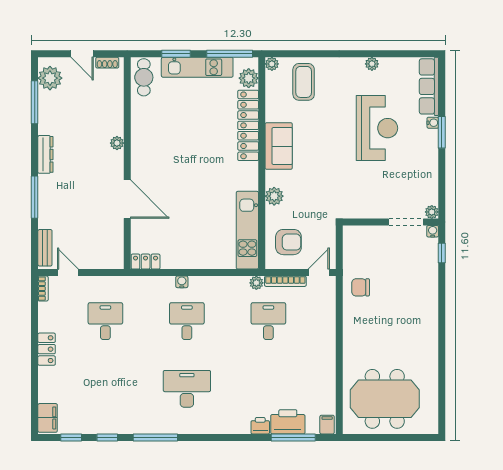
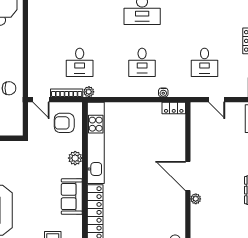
door: (127, 199) -> (188, 176), moved
kitchen unit: (247, 230) -> (96, 143), width x1.36
door: (68, 273) -> (217, 100), moved
door: (319, 273) -> (41, 100), hinge flipped
water cooler: (182, 282) -> (163, 92), moved

